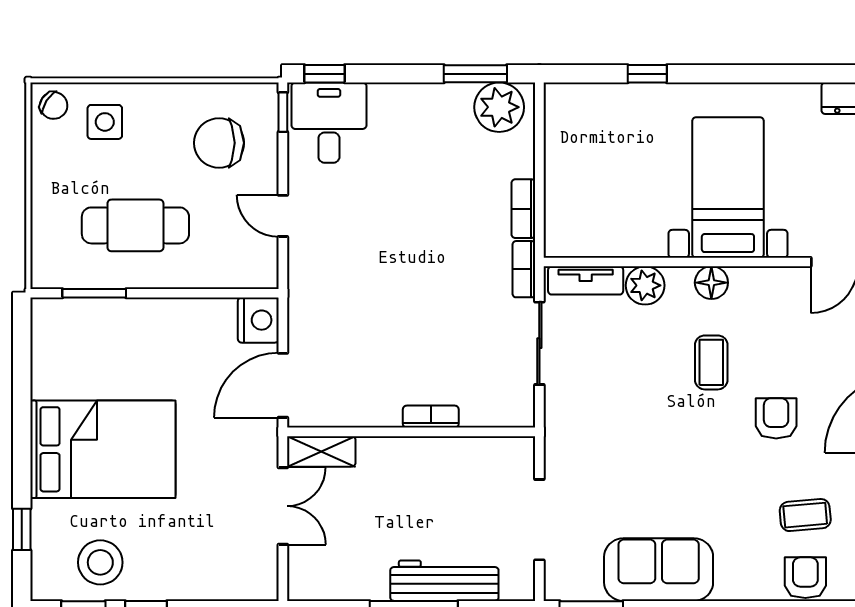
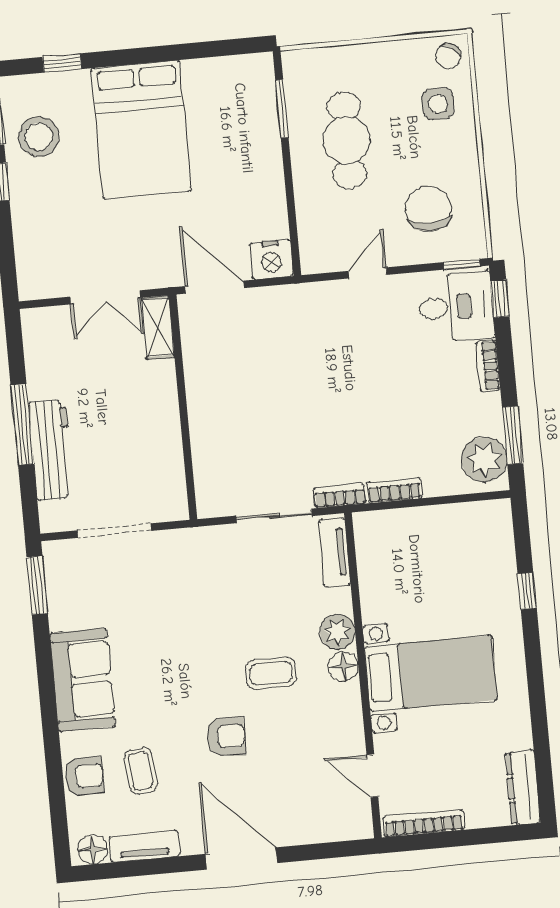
plant: (645, 285) -> (338, 632), moved
bookcase: (431, 417) -> (488, 366), moved, turned 180
sofa: (659, 570) -> (83, 680), moved

